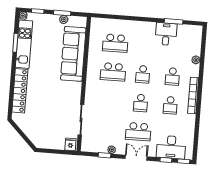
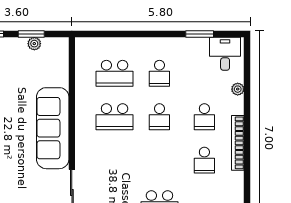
desk: (166, 34) -> (225, 54), moved
sofa: (73, 54) -> (53, 128), moved
school desk: (141, 103) -> (159, 73), moved

